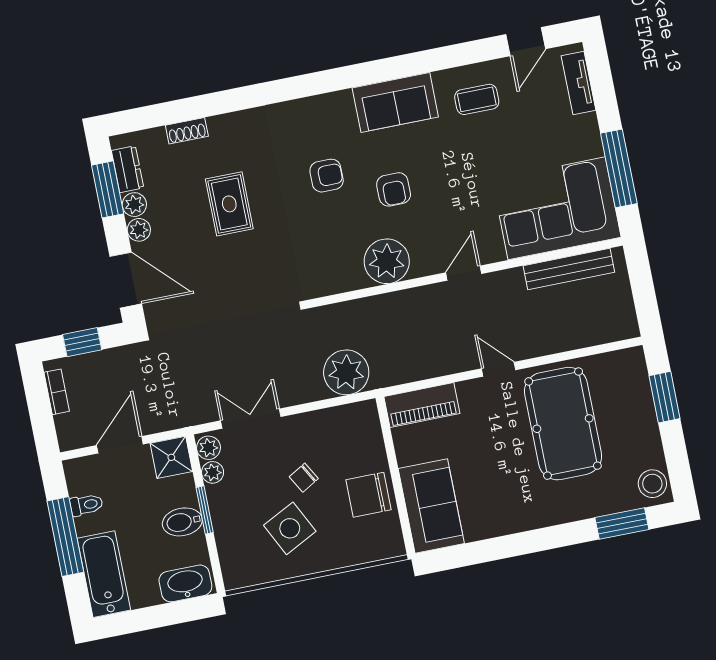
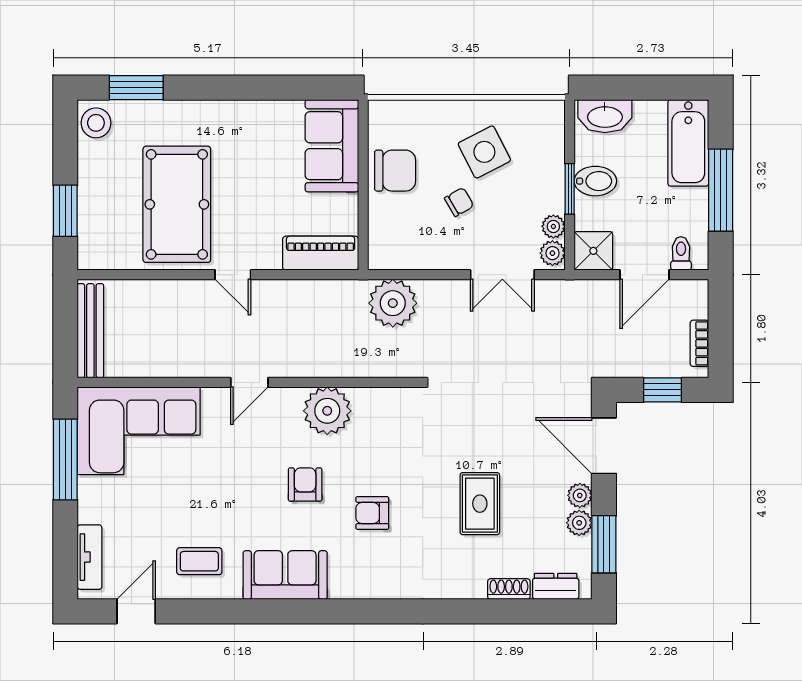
dresser: (128, 169) -> (556, 586), moved, turned 90
bench: (569, 269) -> (90, 331), moved, turned 90
toilet: (86, 505) -> (681, 253), moved, turned 90

